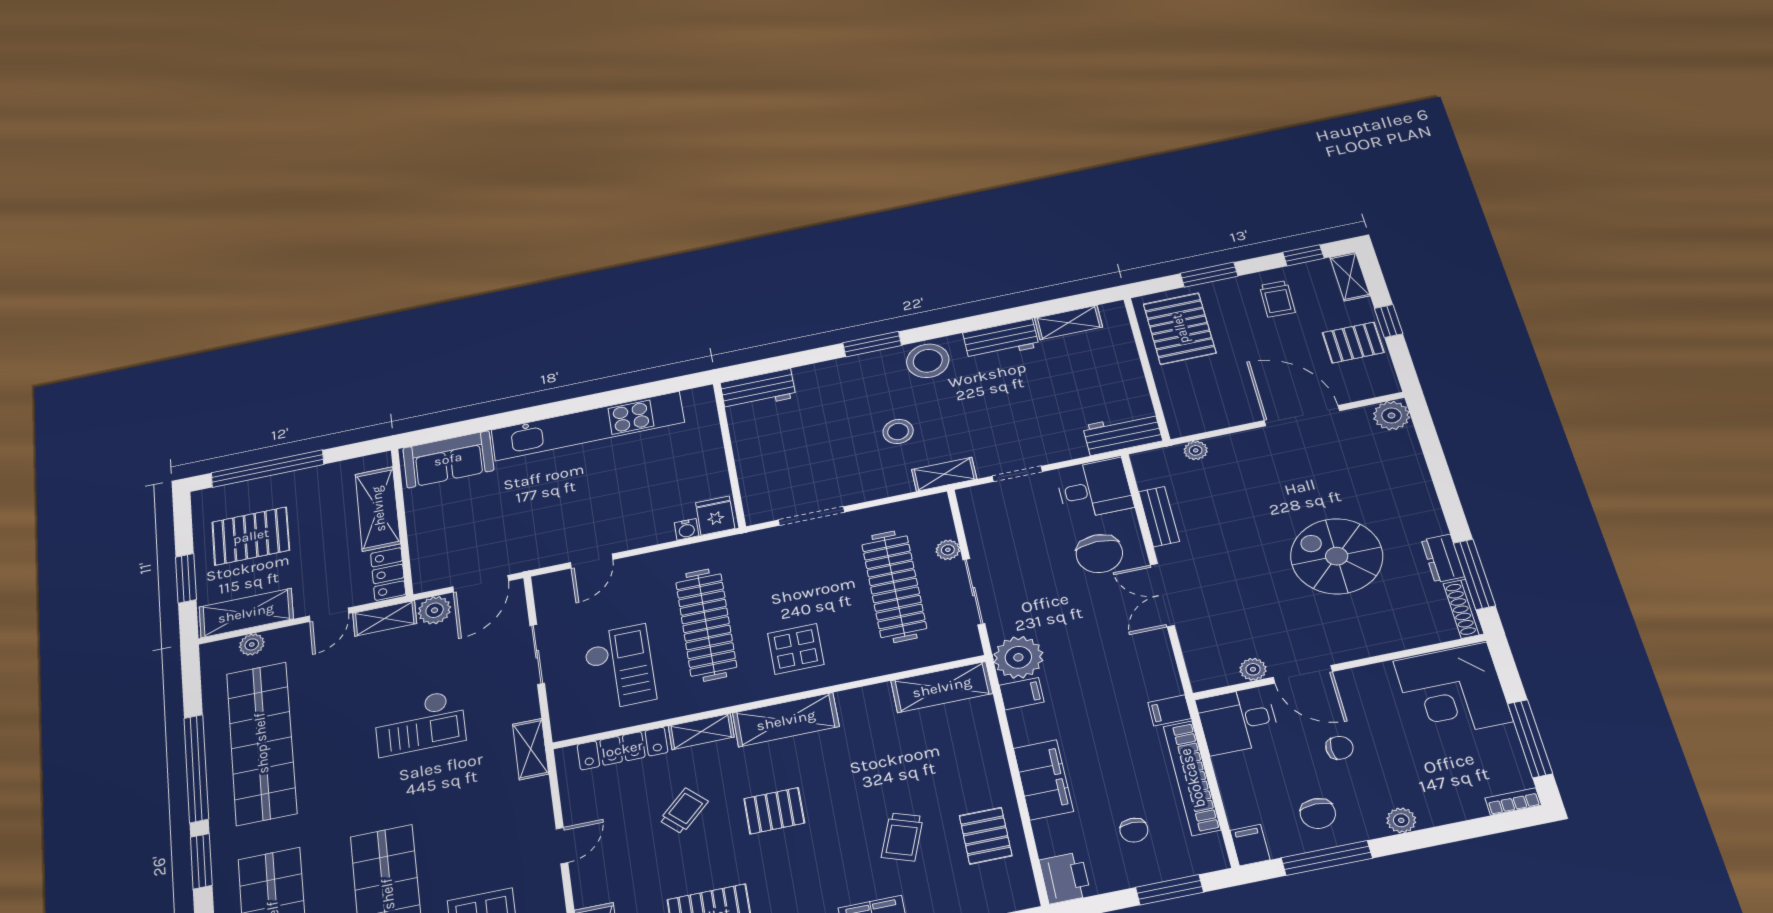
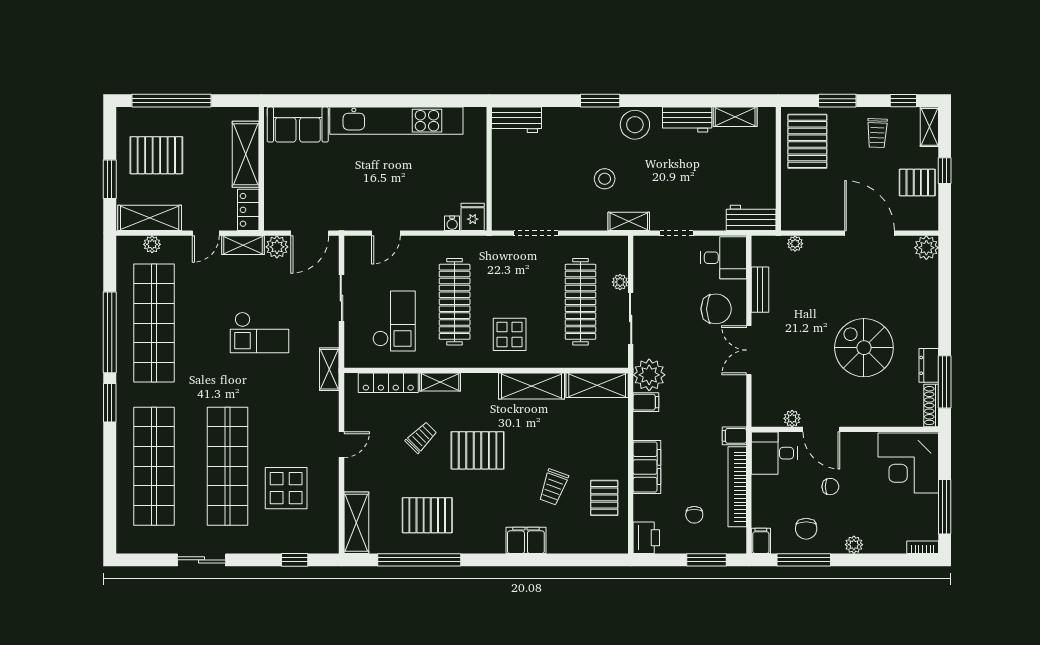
chair: (1099, 554) -> (716, 309), turned -90
shelving: (786, 720) -> (532, 386), moved
pallet: (774, 811) -> (478, 450), width x1.50, depth x1.42

